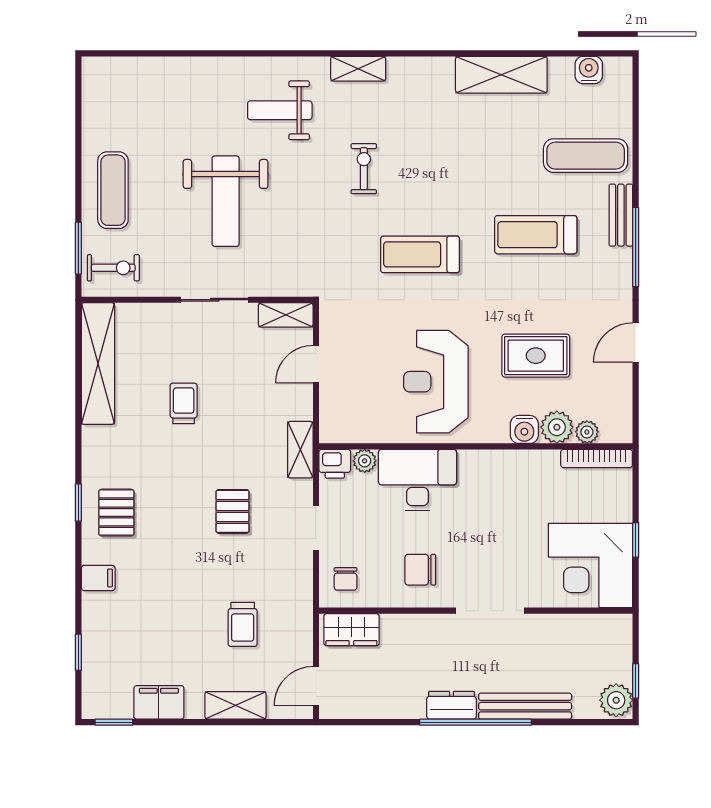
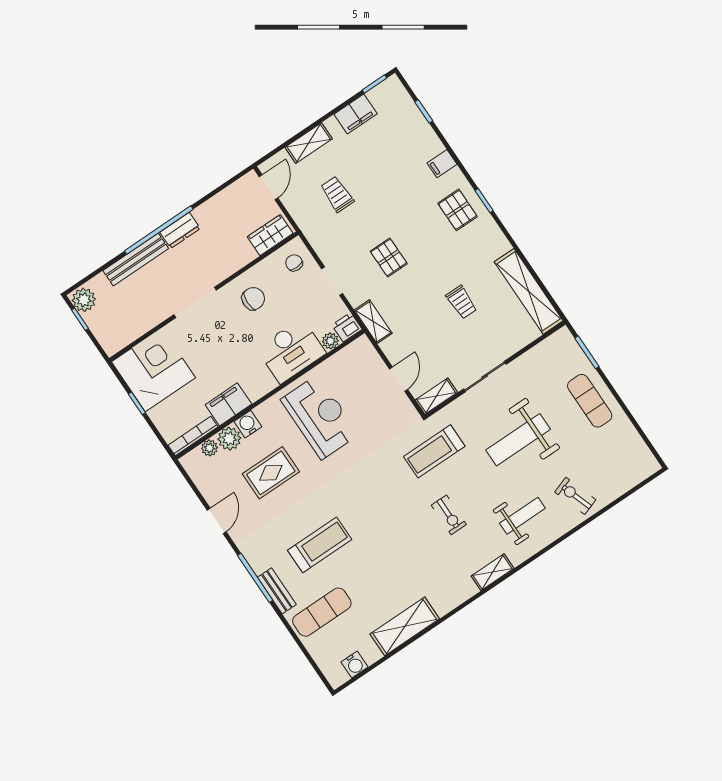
weight bench: (226, 201) -> (518, 440), turned -90
treadmill: (420, 254) -> (434, 451), moved, turned 180
exercise bike: (113, 268) -> (575, 496), moved, turned 71
filing cabinet: (531, 467) -> (228, 404), added

